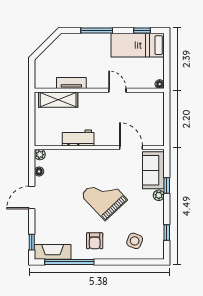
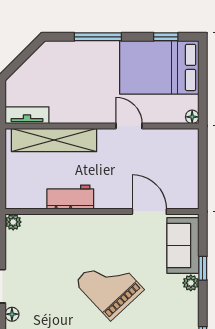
bed: (138, 45) -> (159, 67), width x1.50
tv unit: (71, 83) -> (27, 115), moved
shelving: (58, 100) -> (54, 140), width x1.47
floor lamp: (39, 171) -> (12, 314), moved

